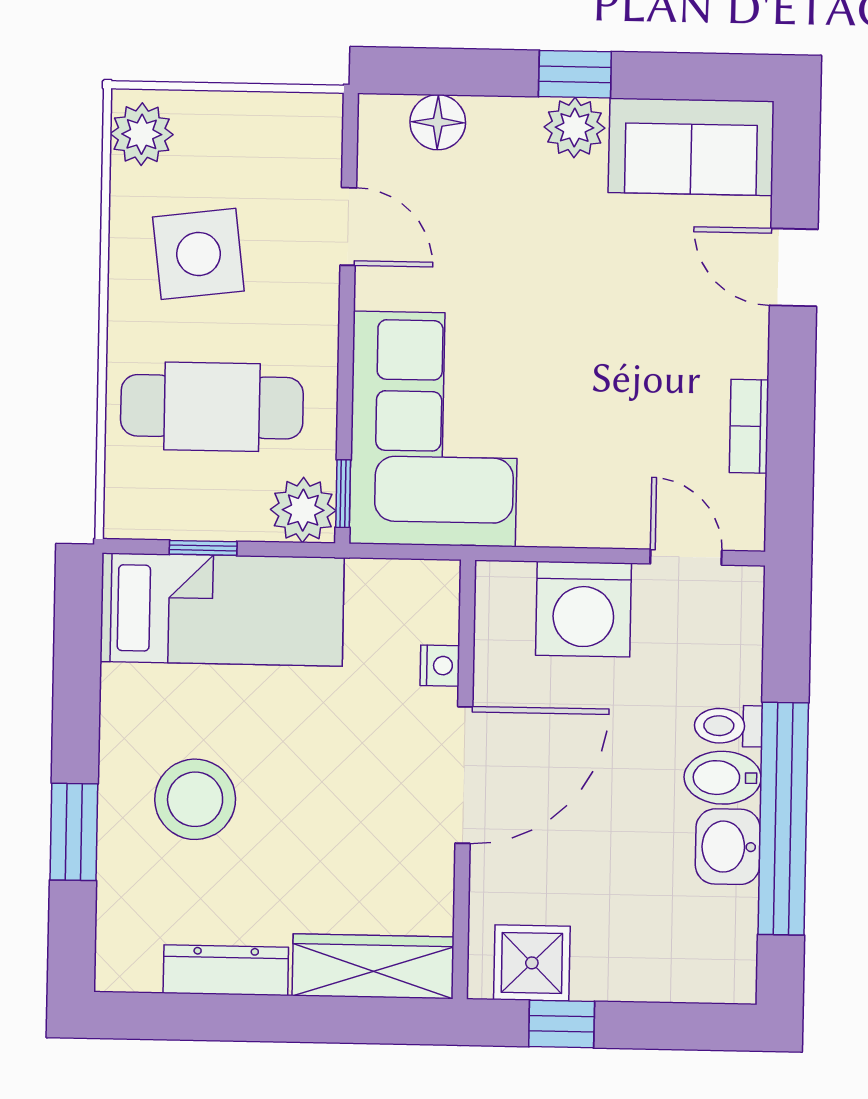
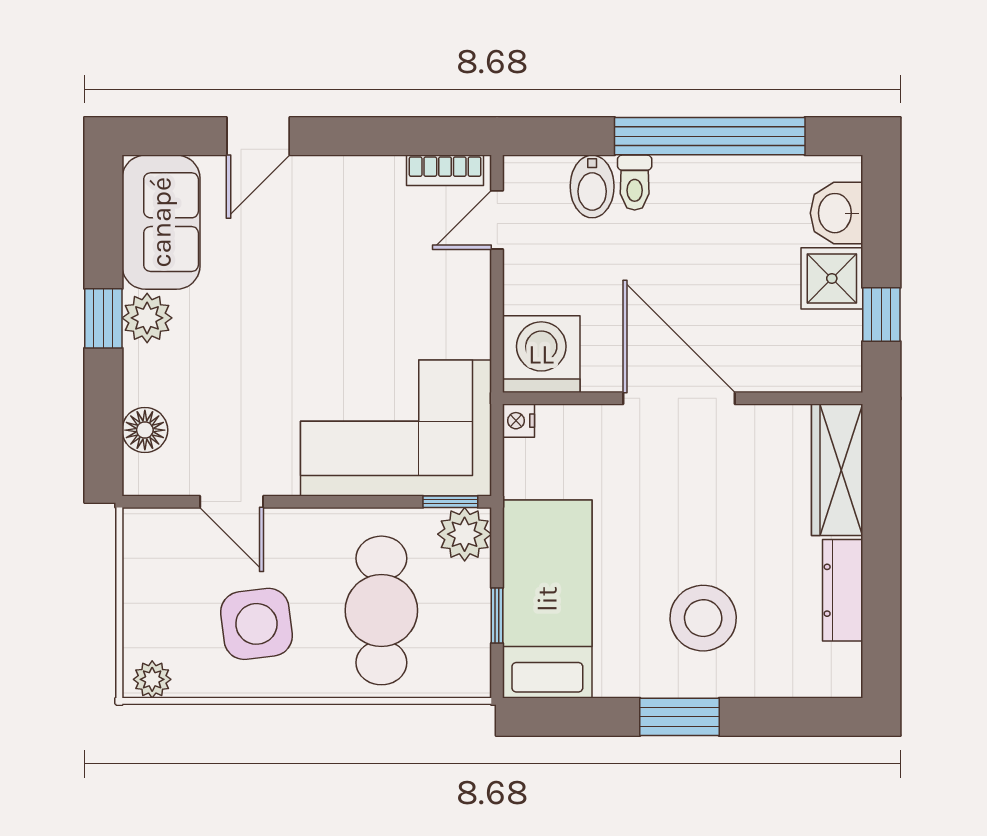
plant: (142, 134) -> (152, 679), width x0.73, depth x0.73
door: (348, 226) -> (232, 502), swing flipped
bookcase: (749, 426) -> (445, 170), moved
washing machine: (584, 609) -> (541, 354), moved, turned -90
nightstand: (440, 666) -> (518, 421), moved, turned -90
bidet: (723, 778) -> (592, 186), moved
window: (74, 832) -> (680, 717), moved
washbasin: (728, 847) -> (836, 213), moved, turned 90
shower: (532, 963) -> (832, 278), moved

